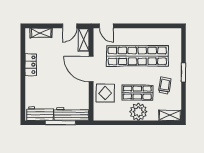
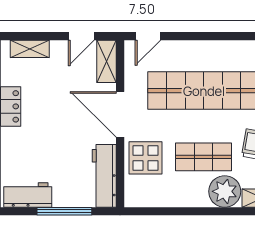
door: (106, 26) -> (148, 36), hinge flipped
plant: (138, 112) -> (225, 191), moved
workbench: (71, 114) -> (104, 176), moved, turned -90

